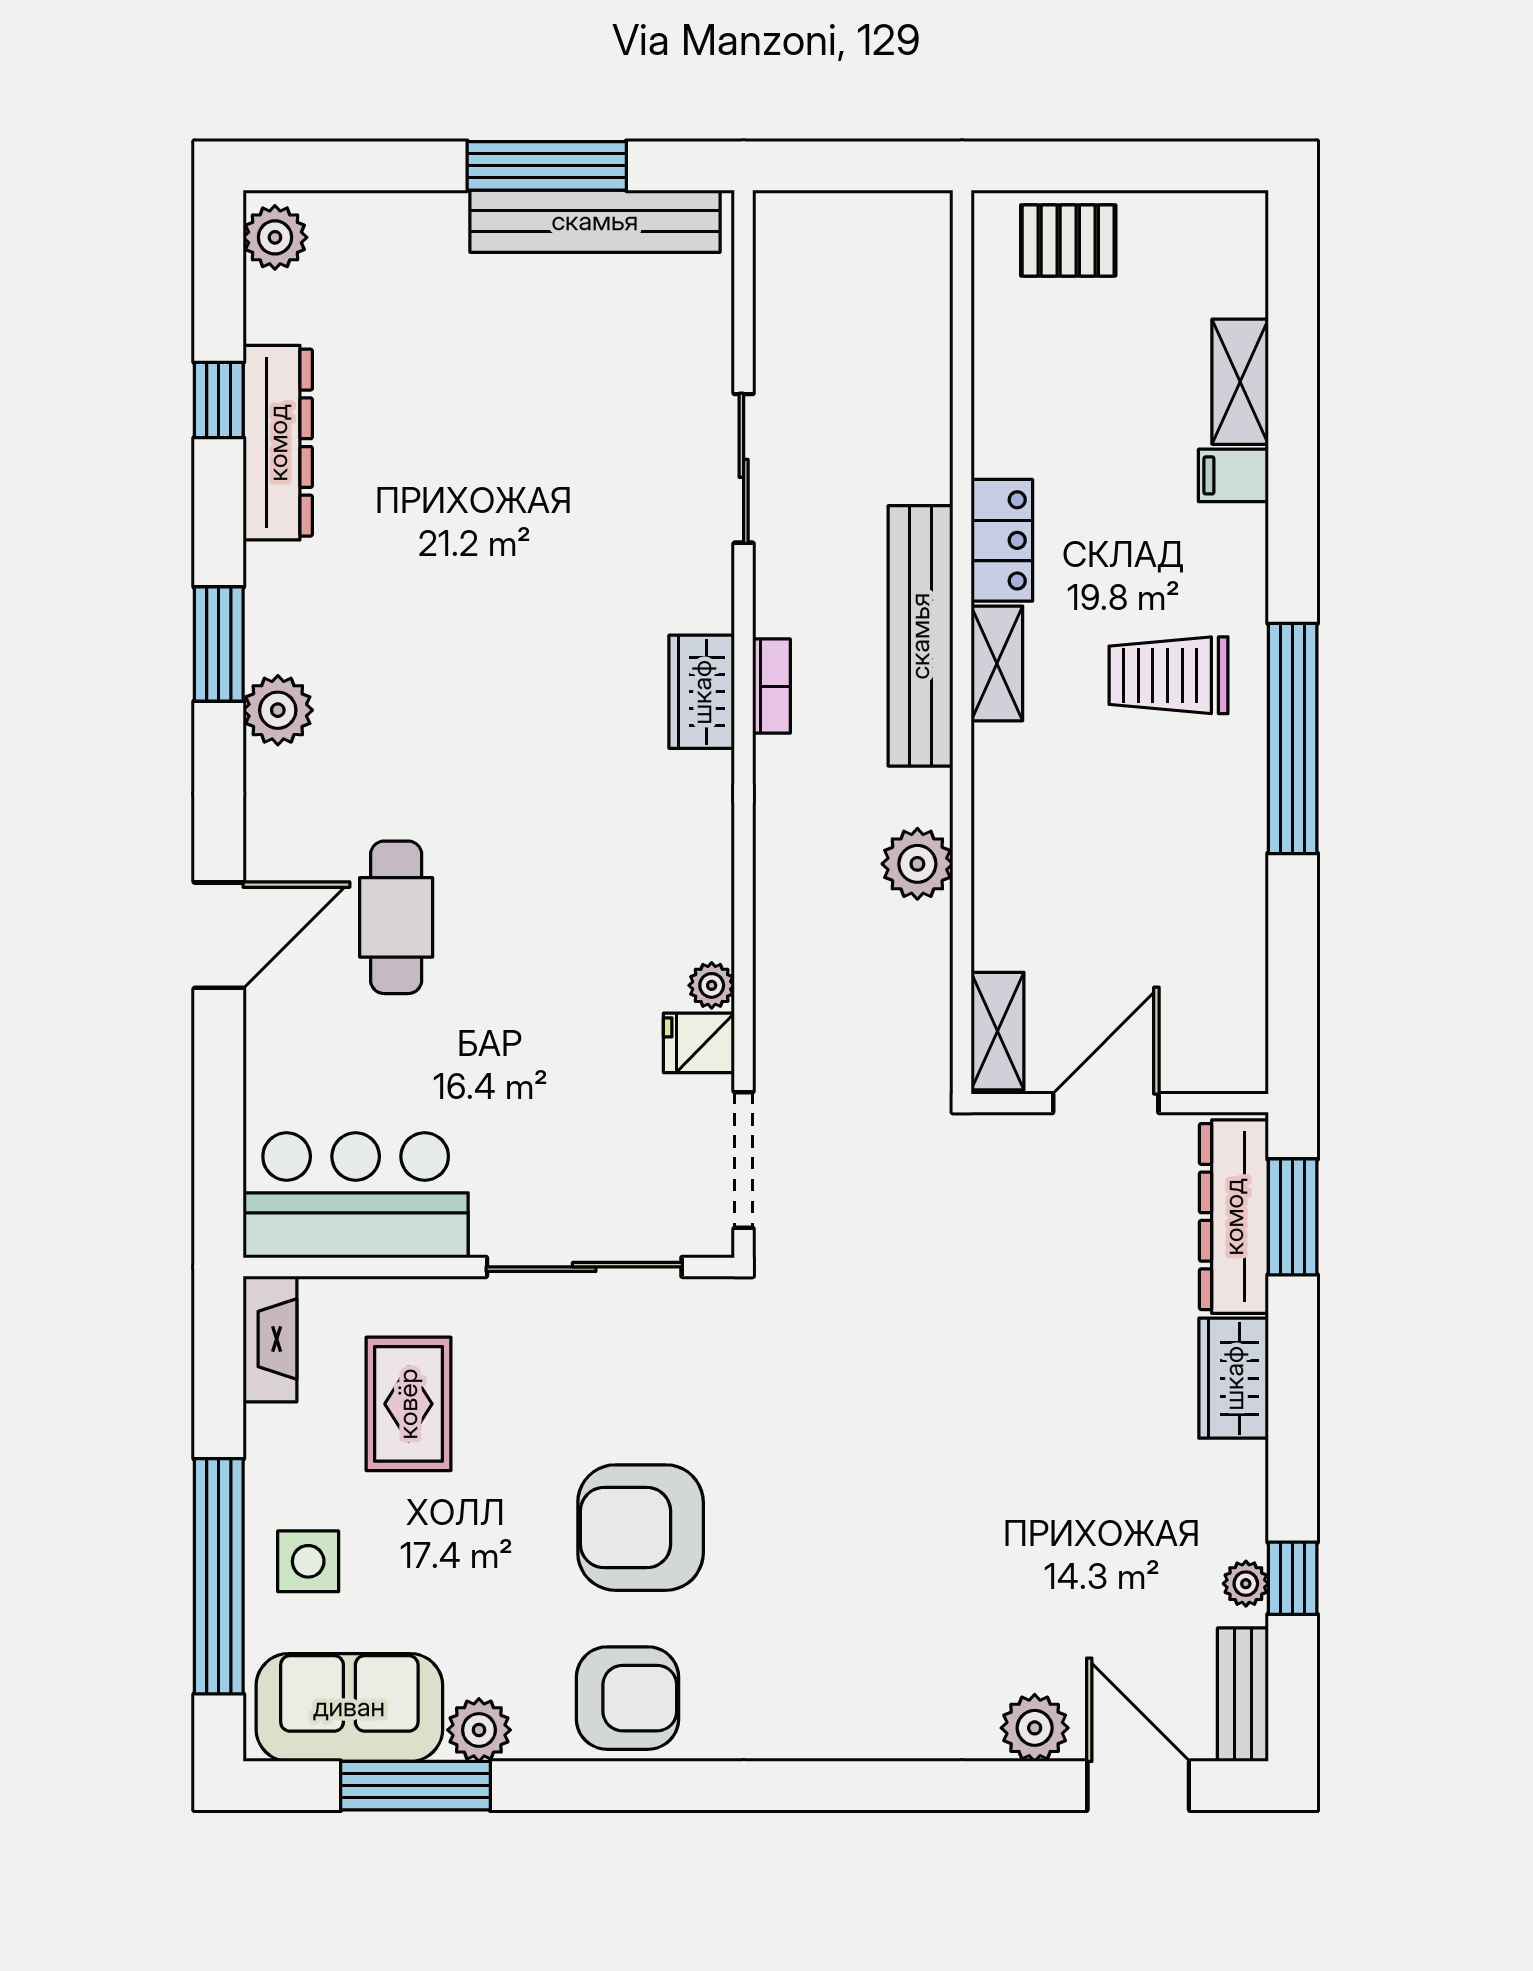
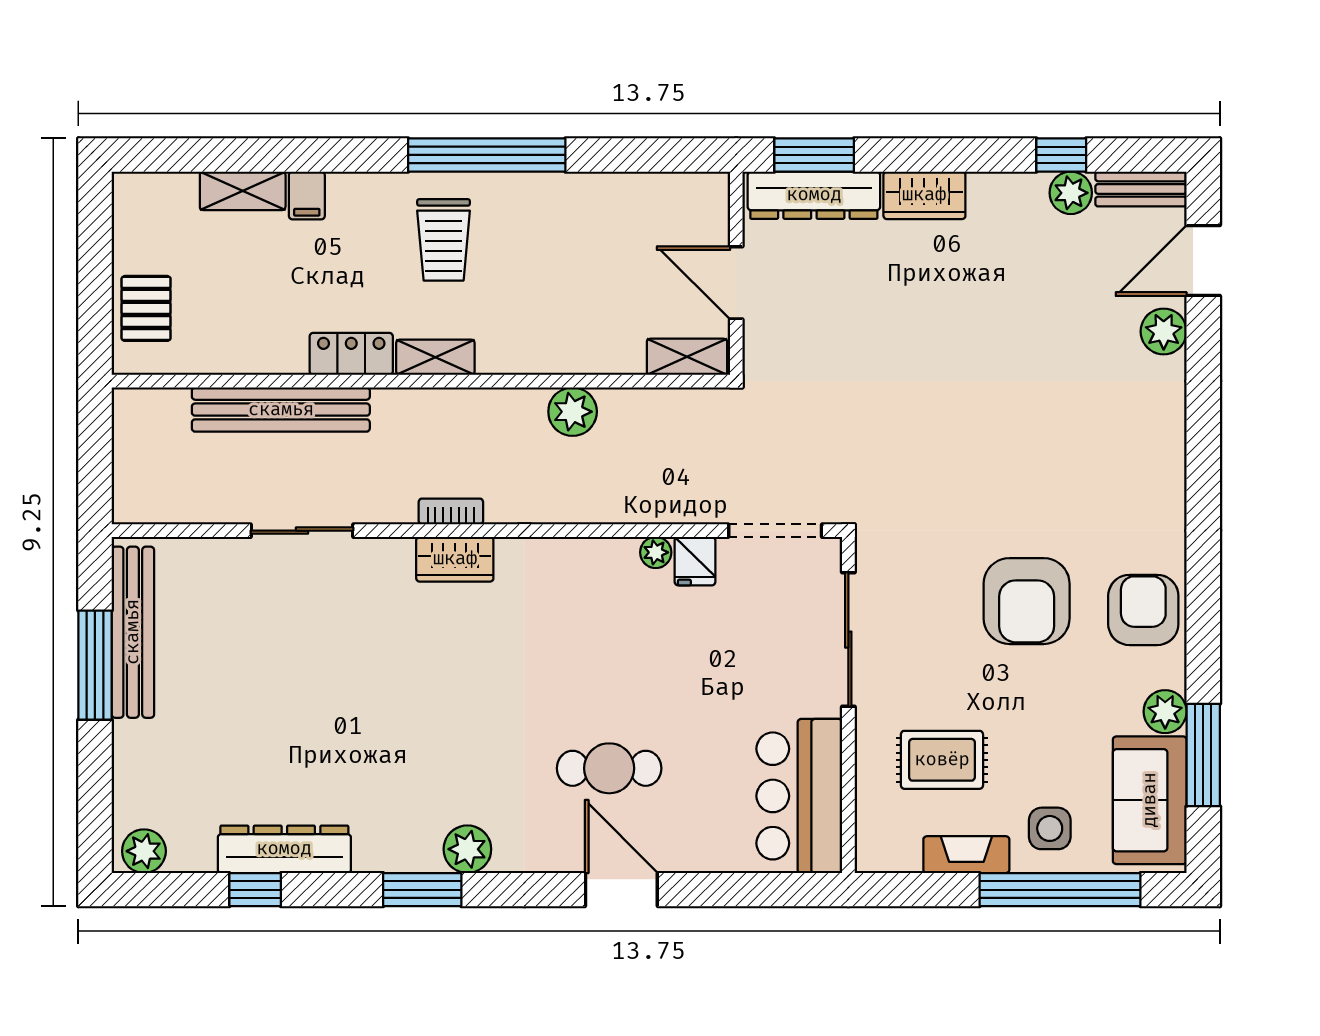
bench: (920, 636) -> (281, 410), moved
fireplace: (270, 1339) -> (966, 855), moved
plant: (1246, 1584) -> (1071, 193), width x1.38, depth x1.38

